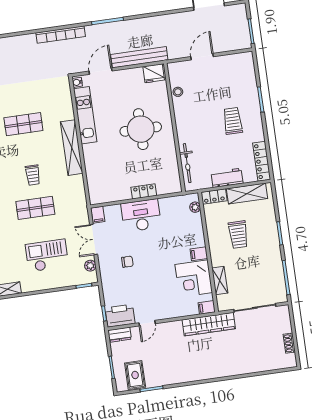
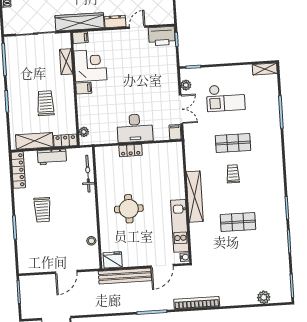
round table: (141, 129) -> (129, 209), width x0.73, depth x0.73
chair: (127, 262) -> (151, 86), removed
dresser: (120, 335) -> (115, 21), moved

